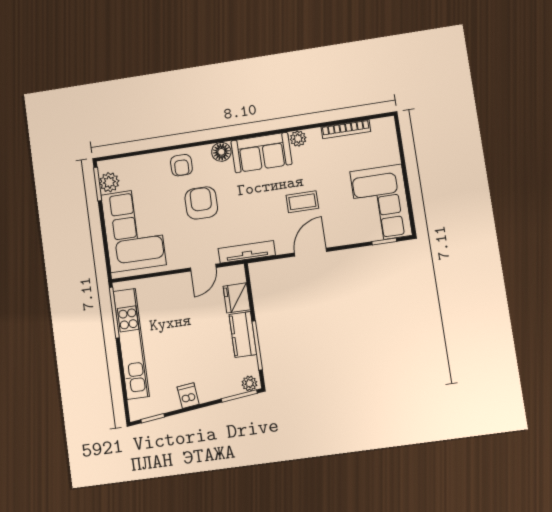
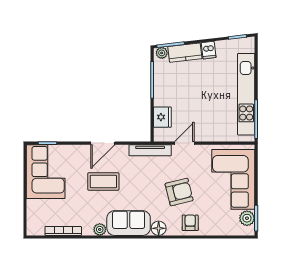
coffee table: (302, 202) -> (103, 181), width x1.36, depth x1.30
armchair: (201, 203) -> (179, 192), turned -104
kitchen counter: (243, 334) -> (185, 53), moved, turned 83

